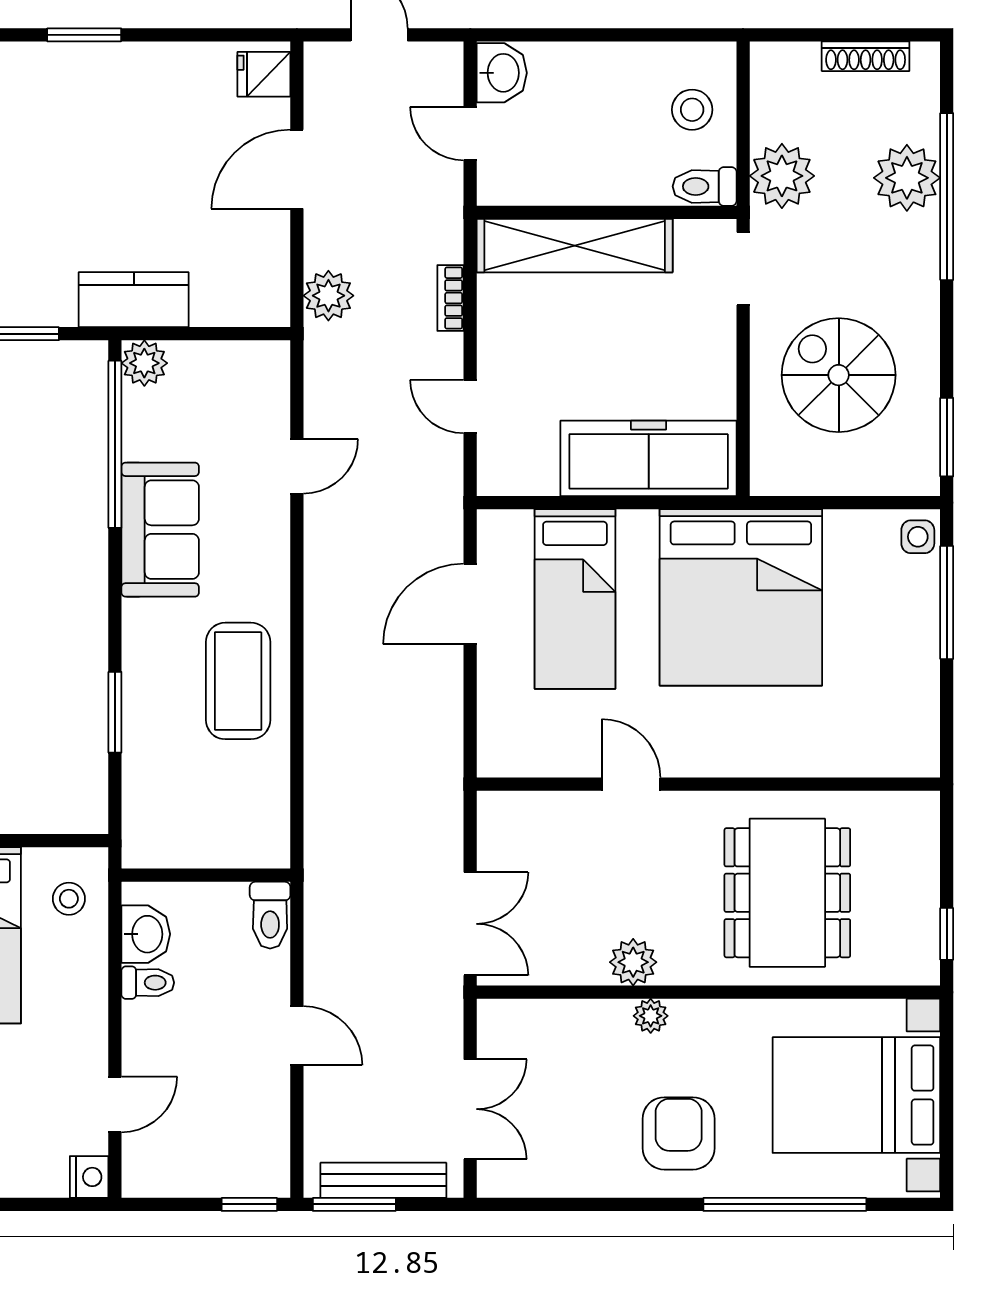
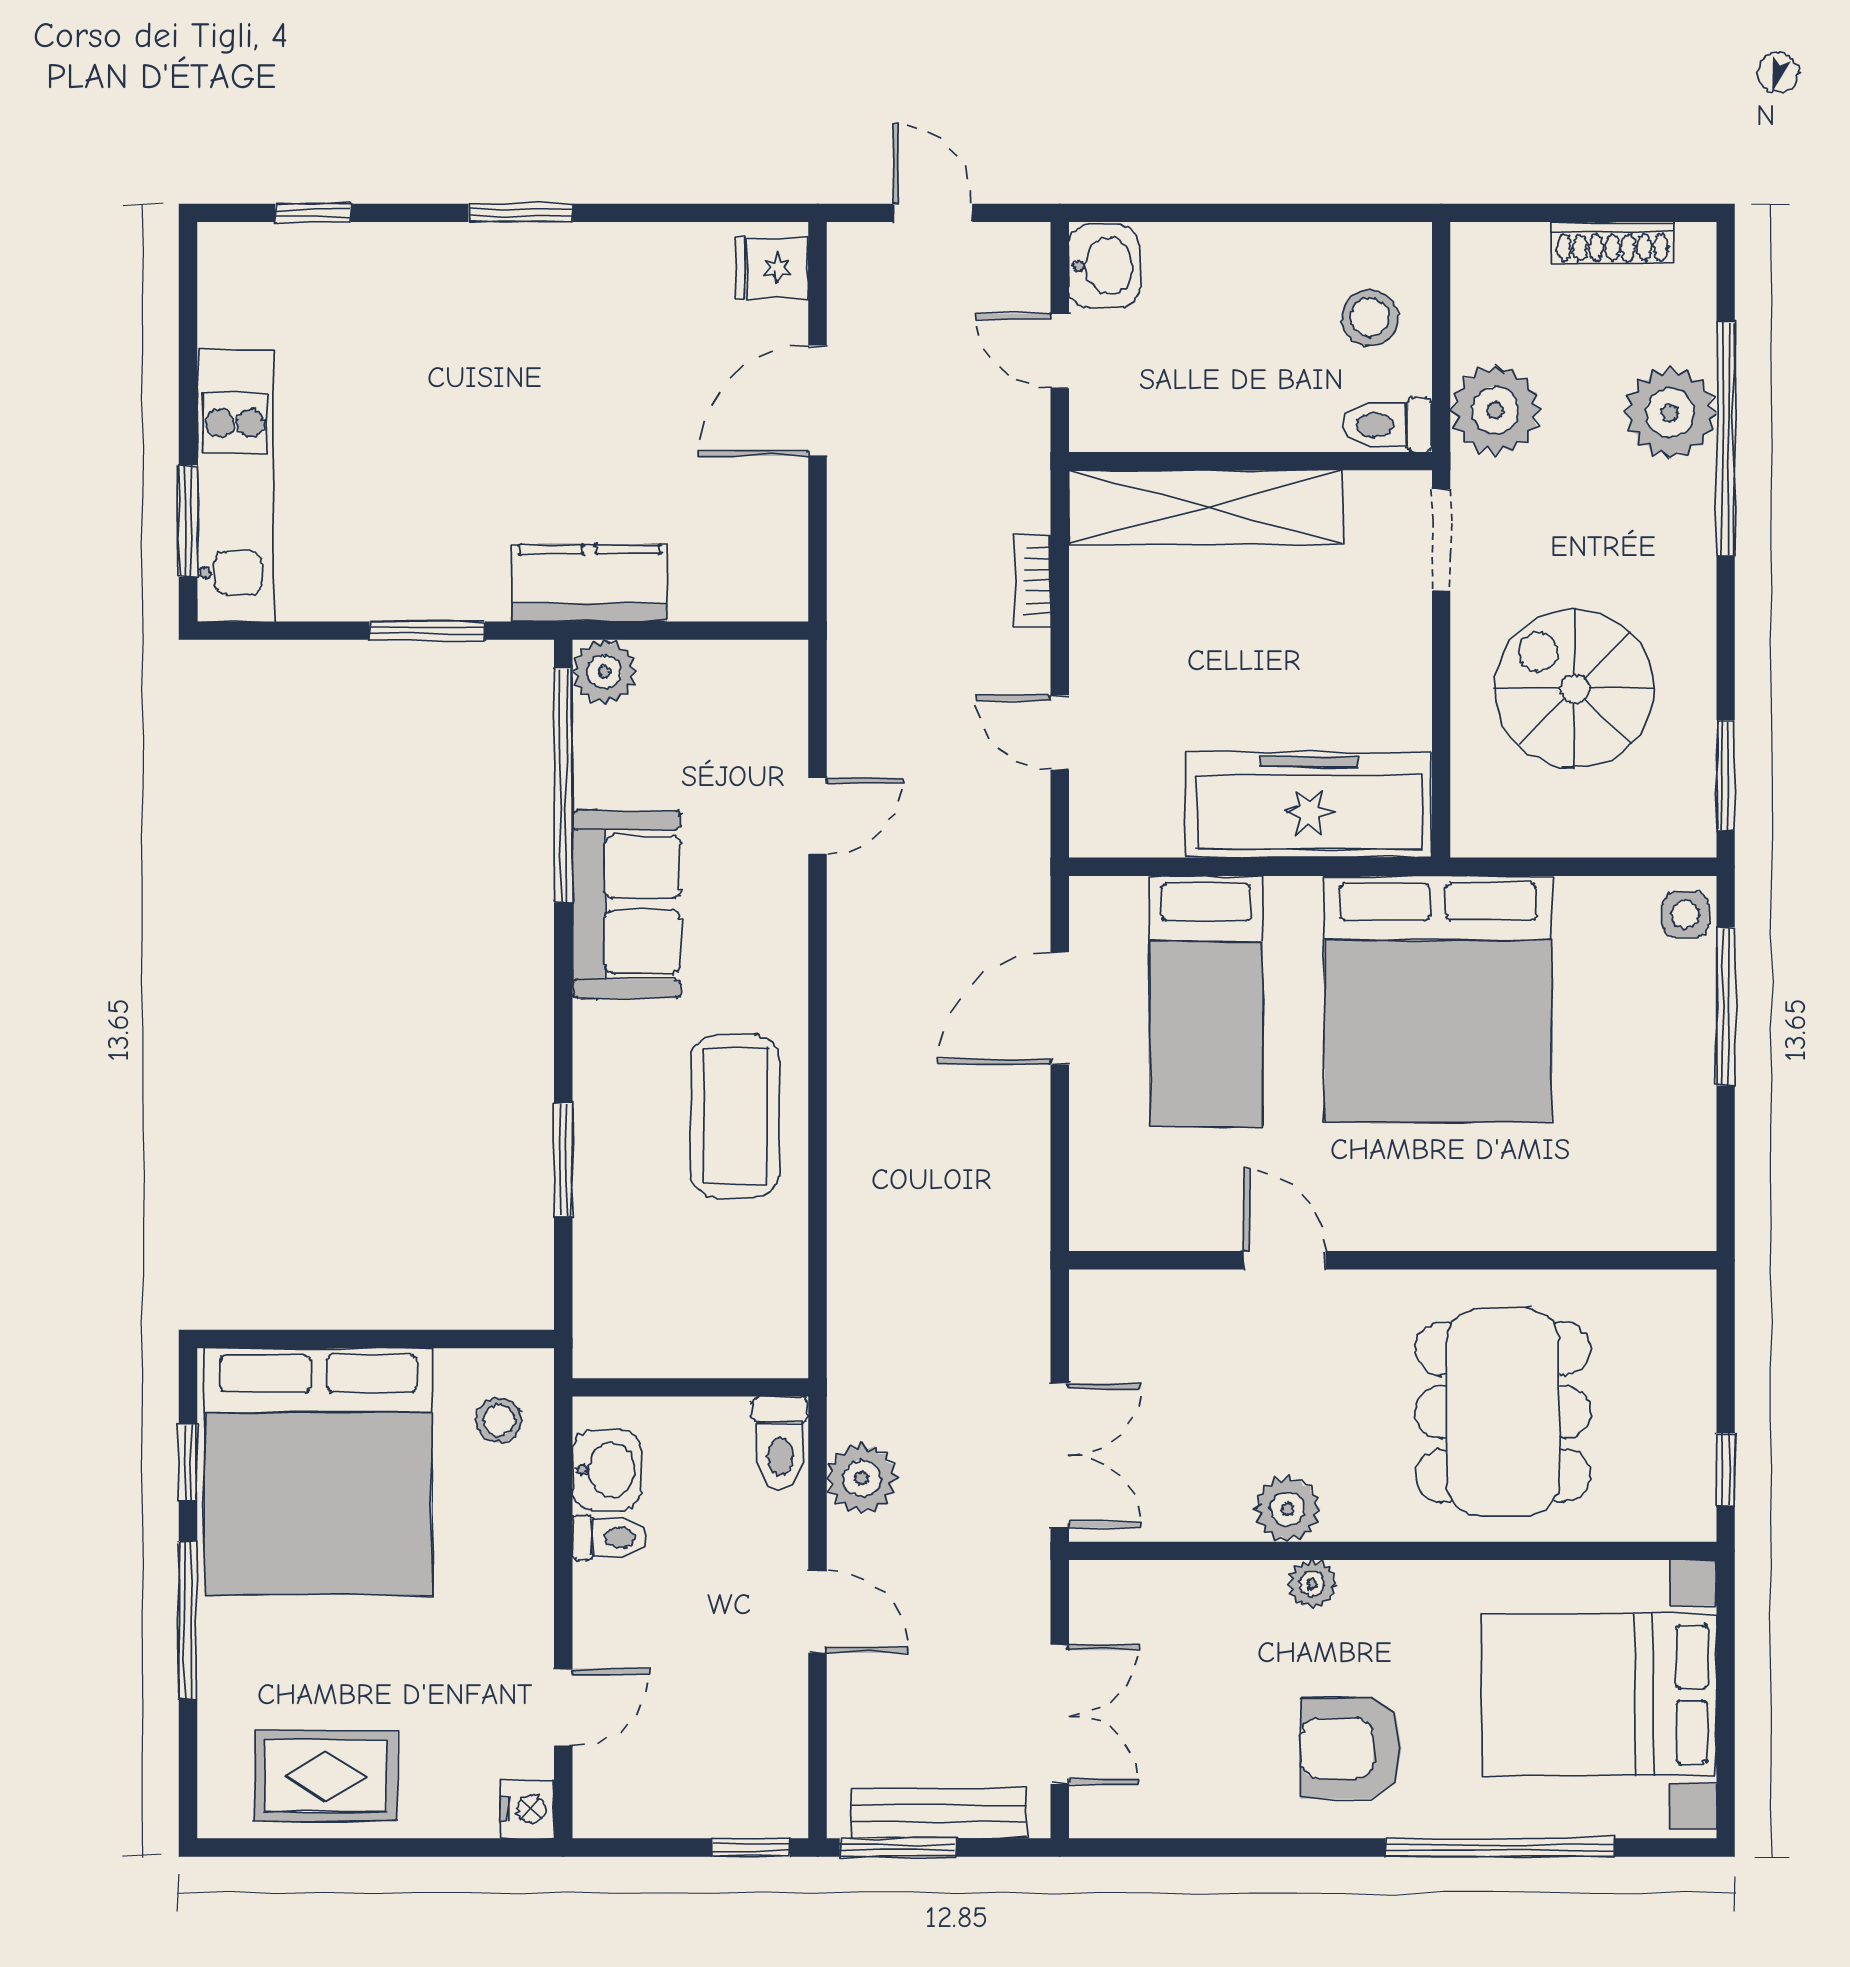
plant: (328, 296) -> (862, 1478), moved
armchair: (679, 1133) -> (1351, 1748), turned -90

